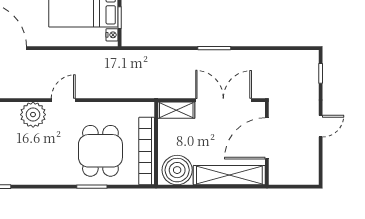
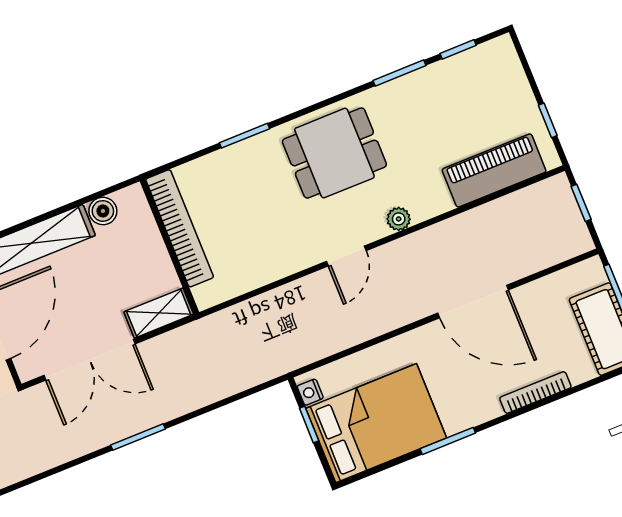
plant: (33, 115) -> (399, 219), width x0.53, depth x0.53
dining table: (100, 151) -> (334, 153), moved, turned 90
boiler: (177, 170) -> (103, 211), width x0.54, depth x0.54

